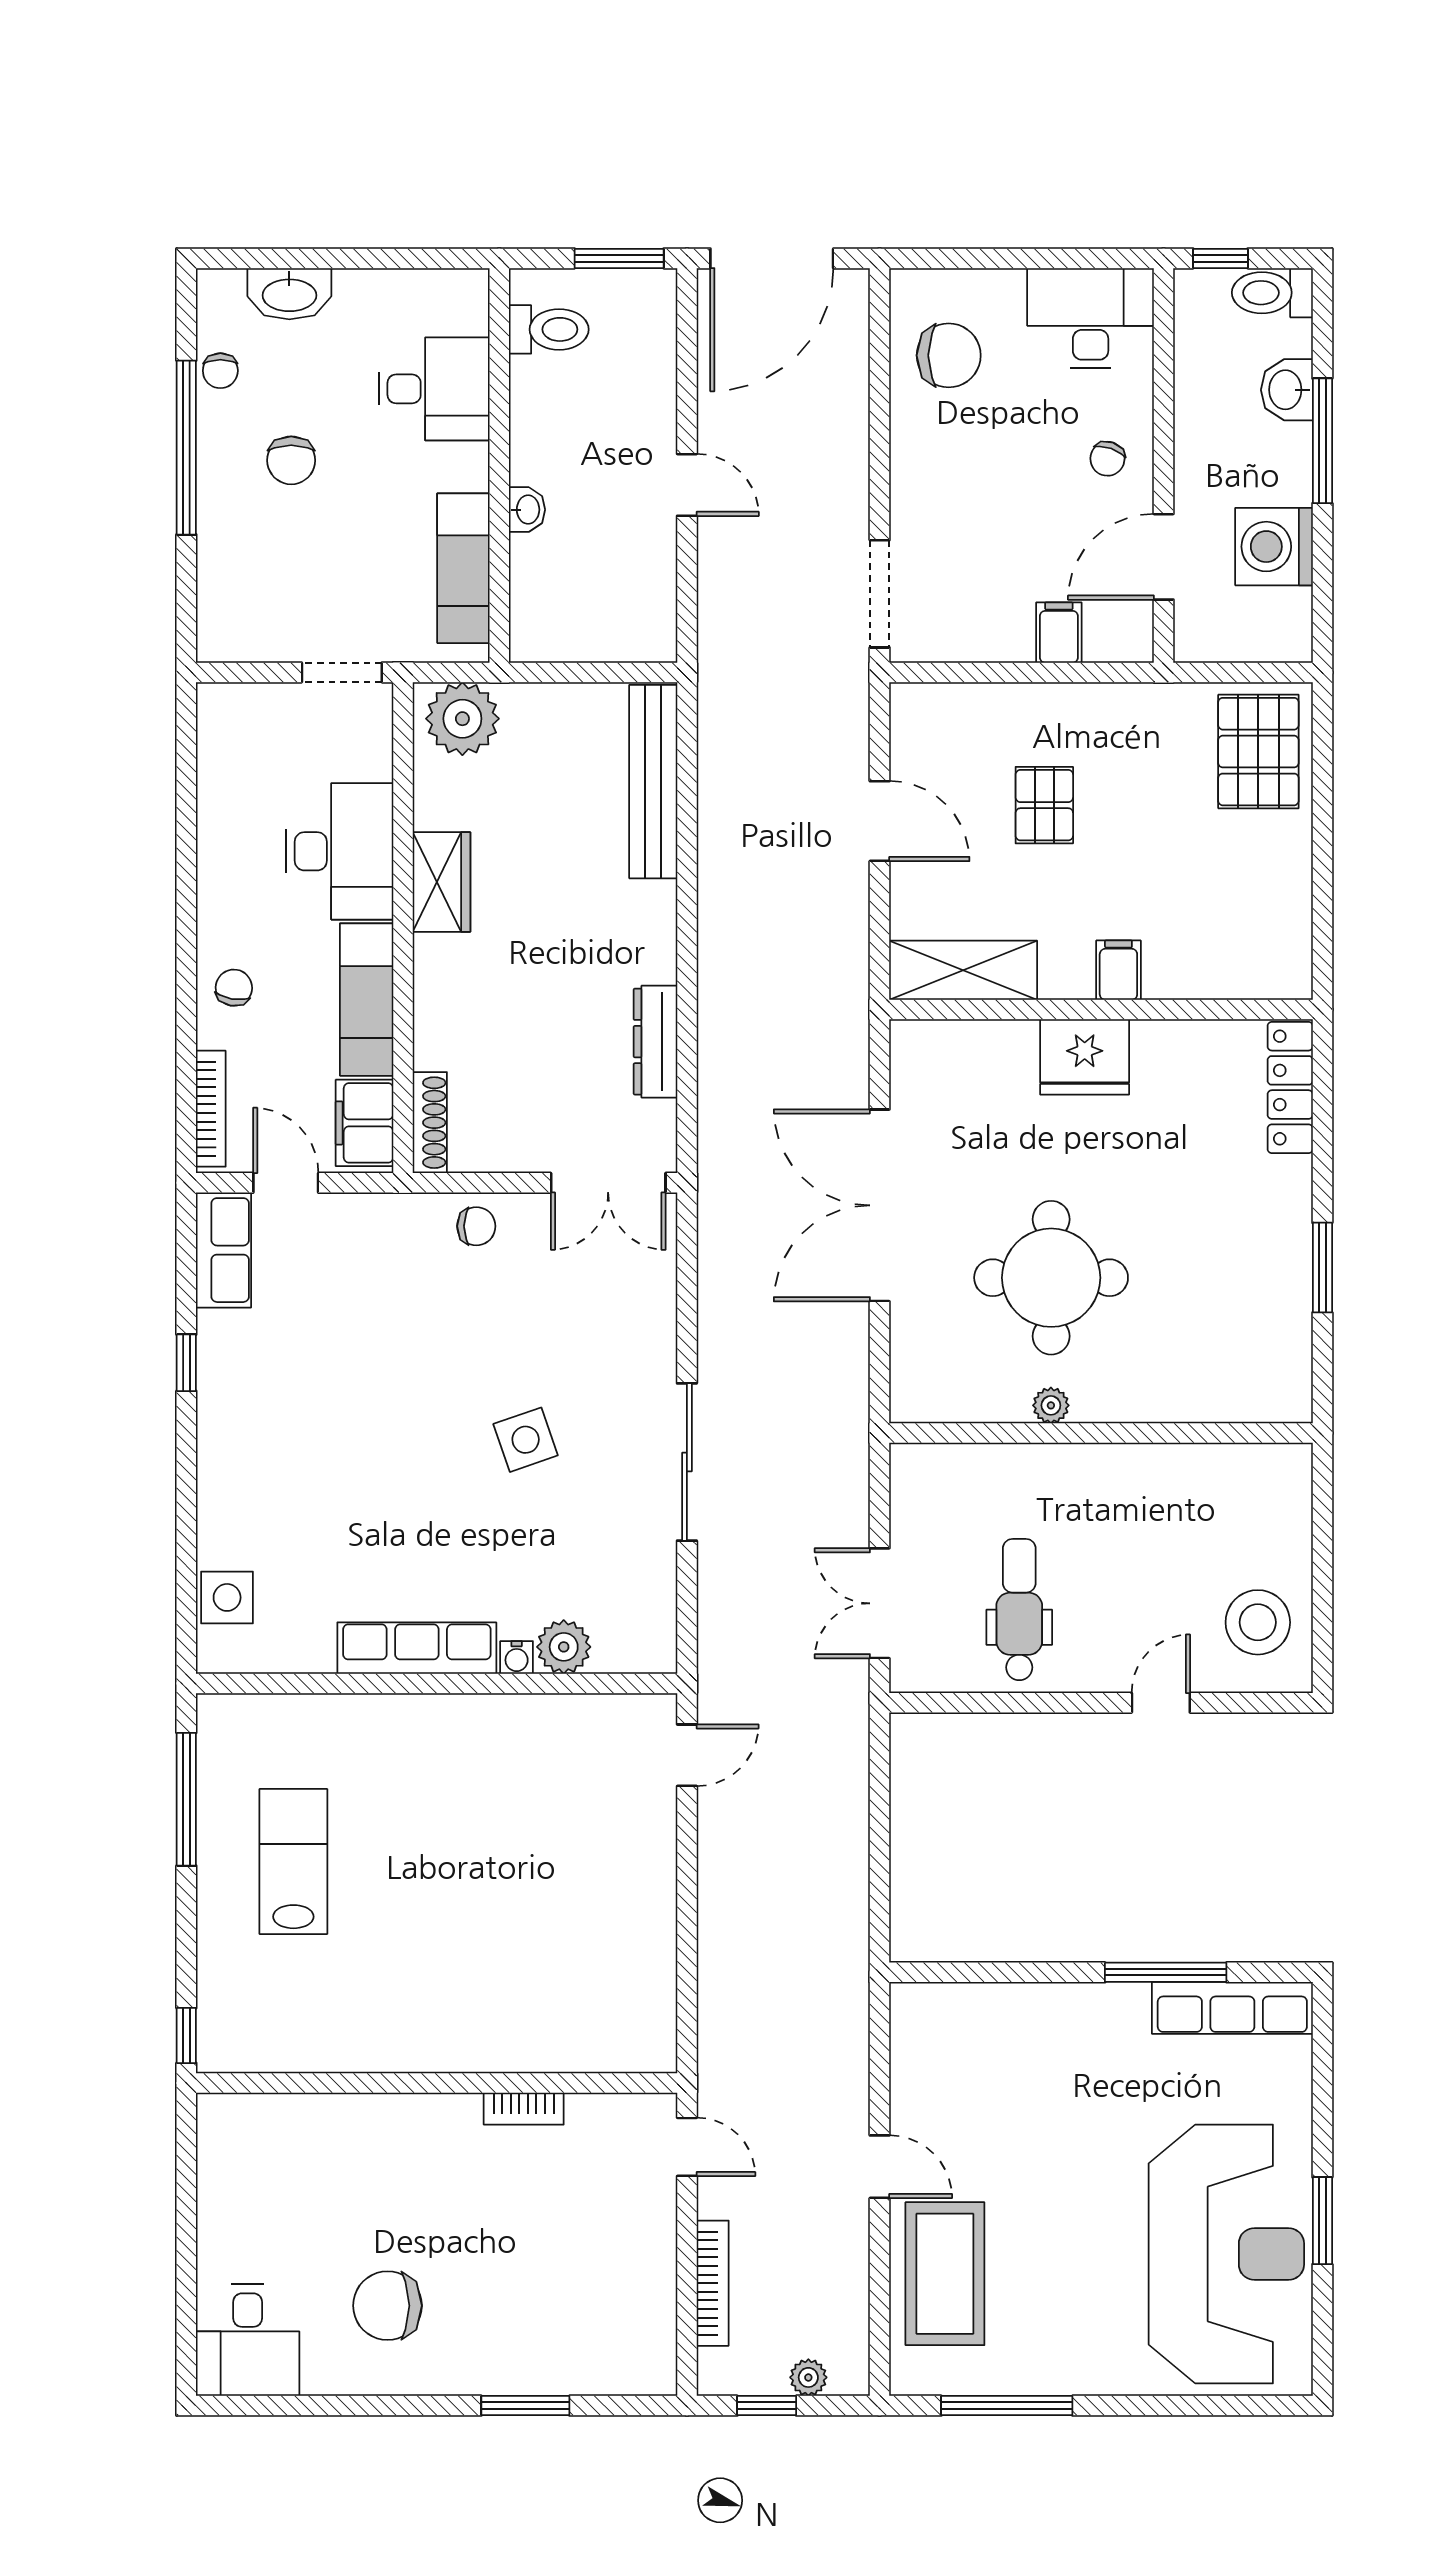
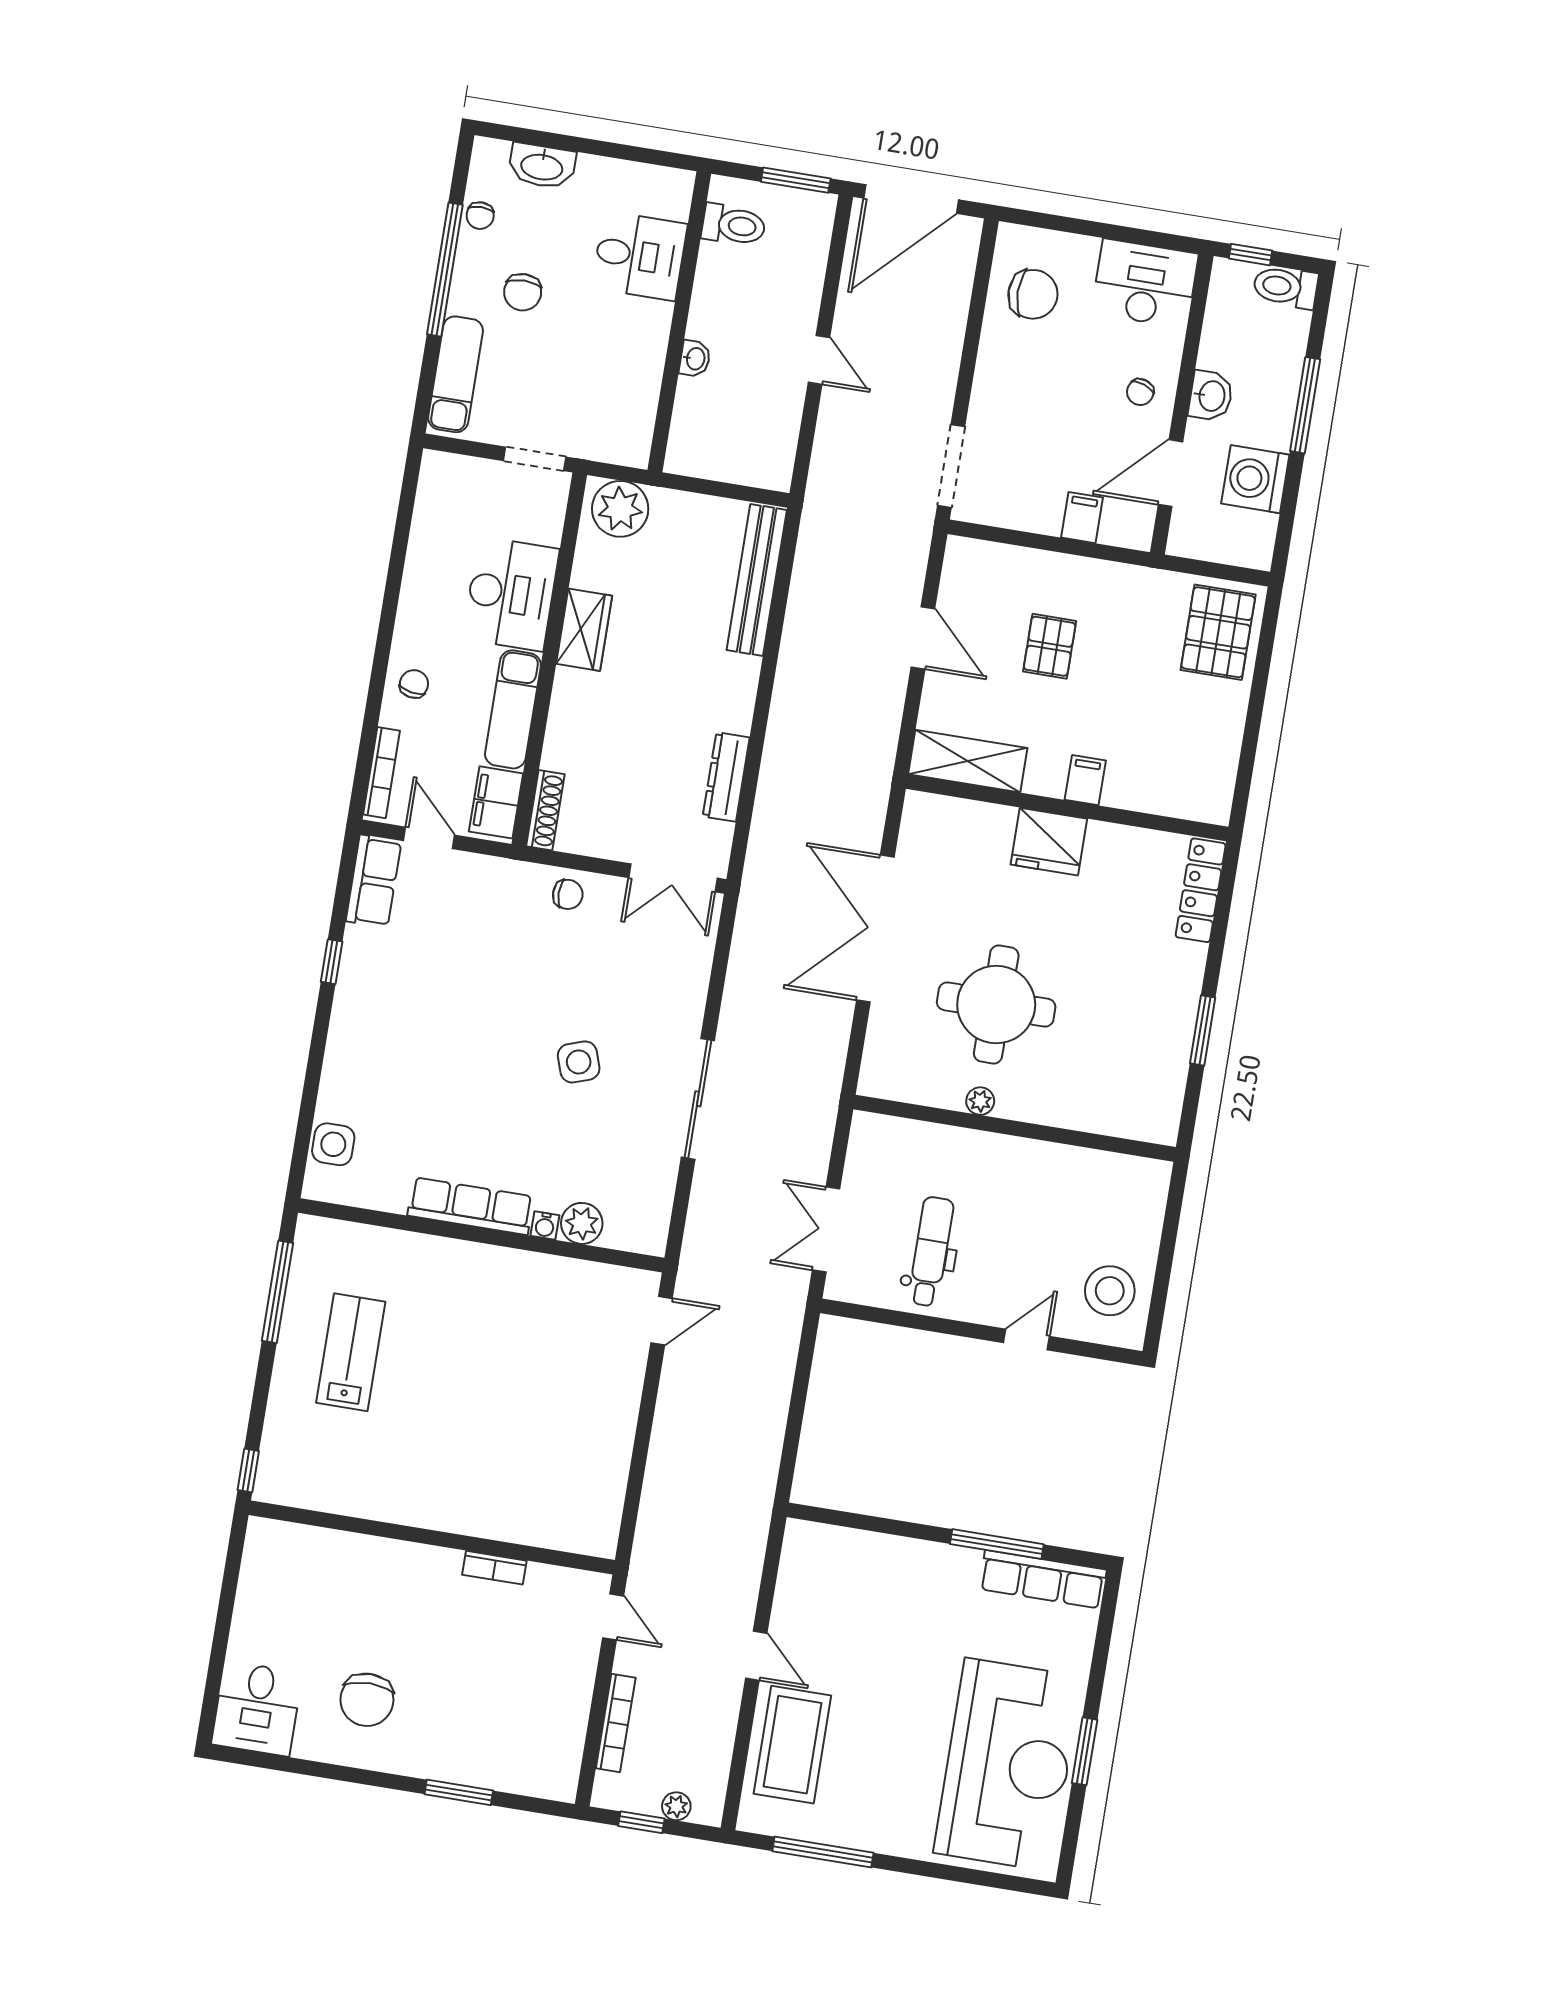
washbasin: (1287, 390) -> (1211, 396), moved, turned 180
exam couch: (463, 568) -> (456, 374), moved, turned 180
chair: (388, 2306) -> (367, 1700), turned -90

